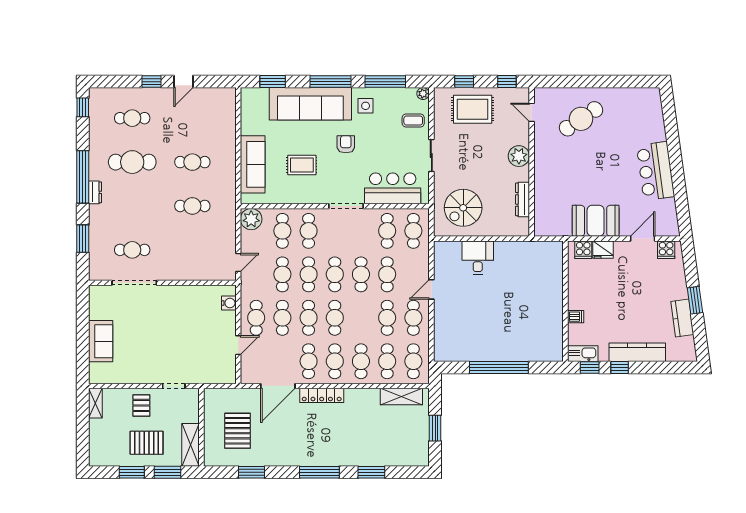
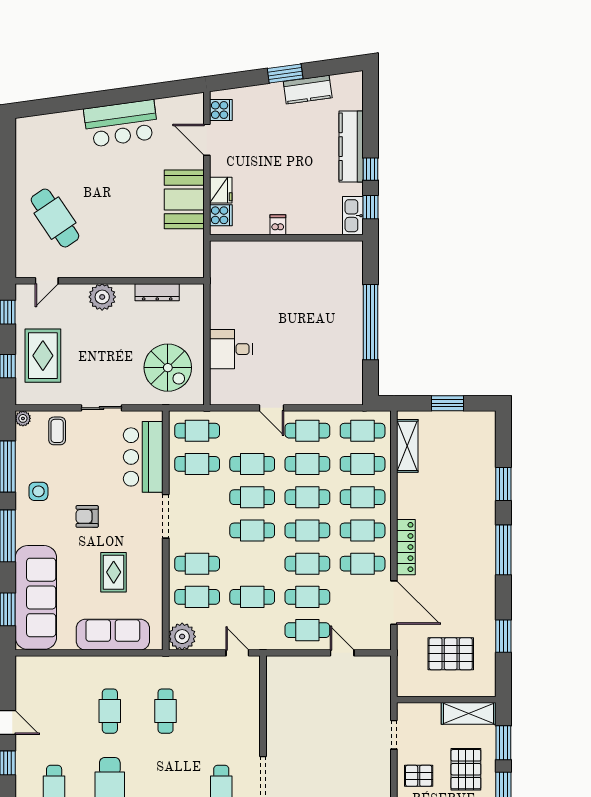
sofa: (310, 104) -> (36, 597), moved
cafe table: (309, 274) -> (307, 497), moved
water cooler: (229, 303) -> (289, 665), removed
dishwasher: (576, 317) -> (278, 225), moved

